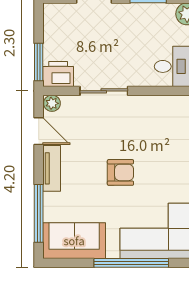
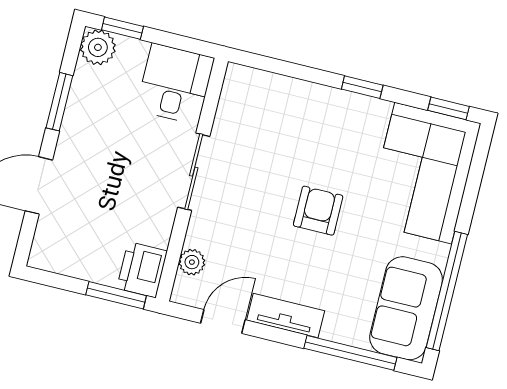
sliding door: (104, 91) -> (194, 172), moved
plant: (52, 103) -> (192, 262), moved
window: (131, 263) -> (447, 291), moved

